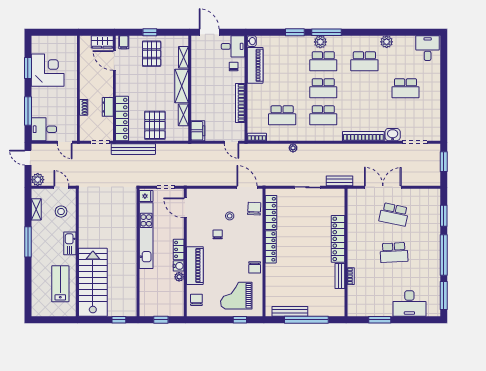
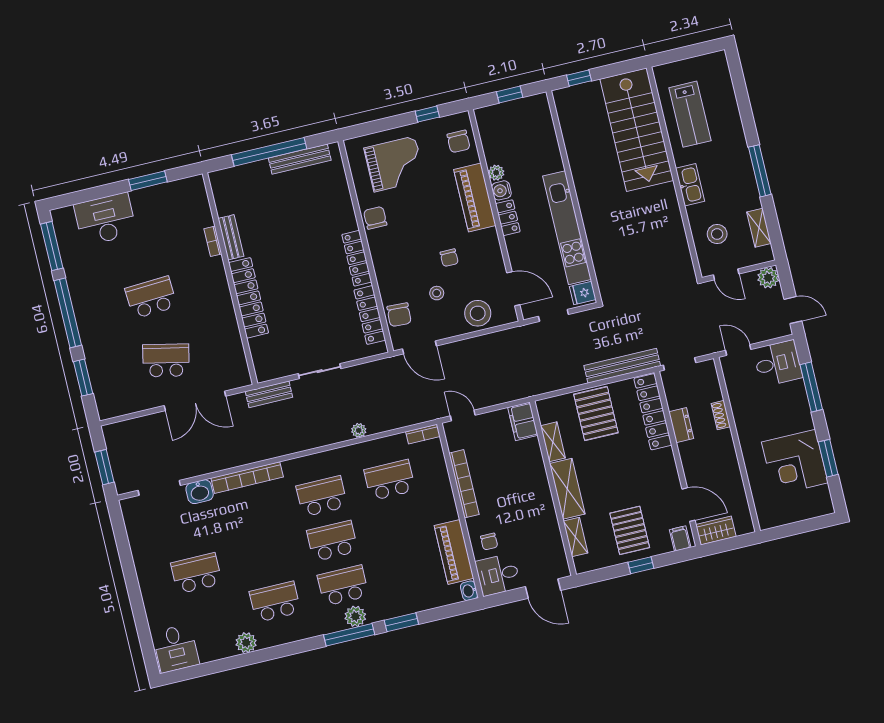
stool: (209, 199) -> (478, 313), added
window: (240, 320) -> (427, 114), moved

